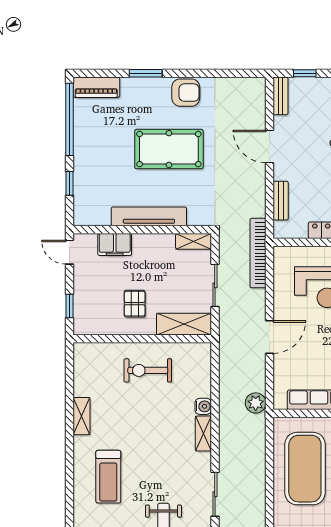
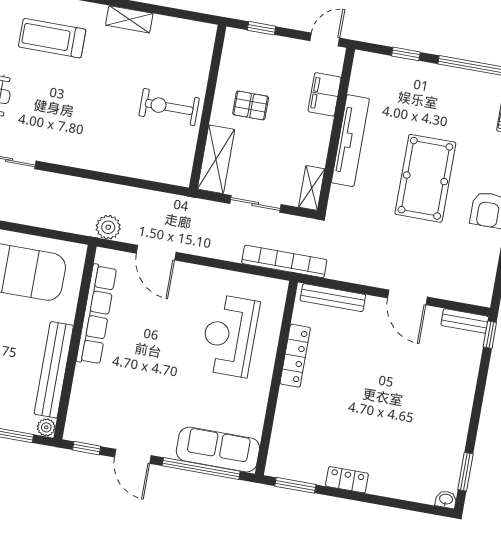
window: (305, 73) -> (490, 335), moved
door: (270, 147) -> (407, 297), swing flipped
bench: (281, 201) -> (333, 298), width x1.36
door: (270, 337) -> (156, 253), moved
exercise bike: (148, 370) -> (169, 107), turned -90
water cooler: (203, 406) -> (115, 165), removed
shelving: (203, 434) -> (83, 159), removed

